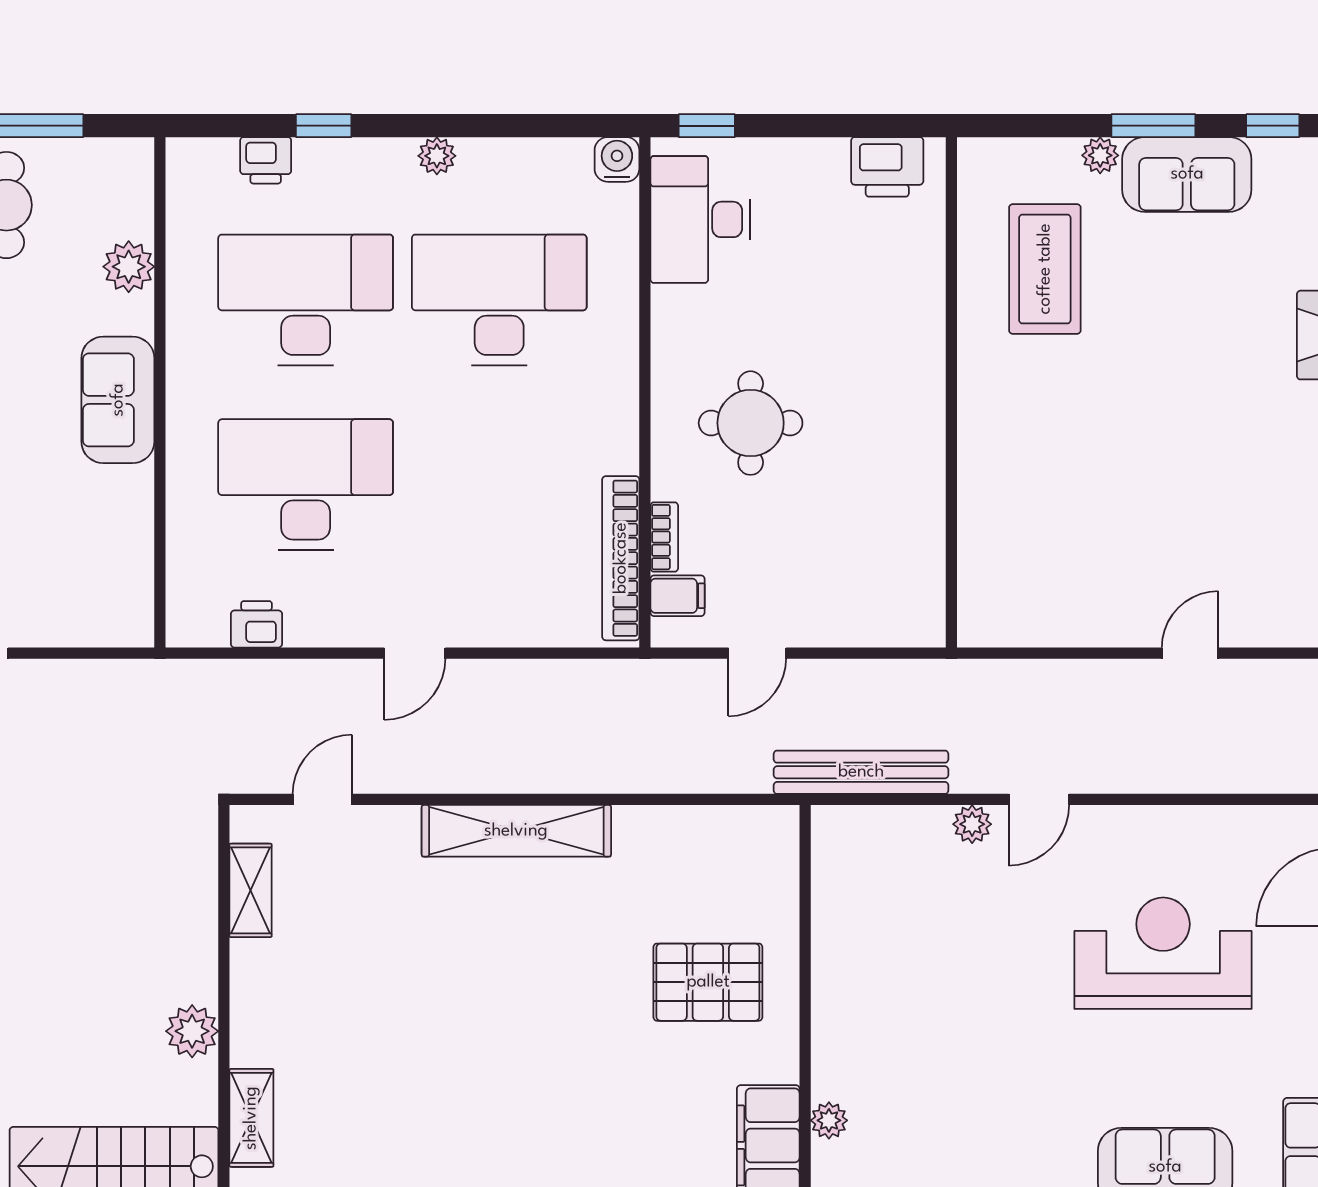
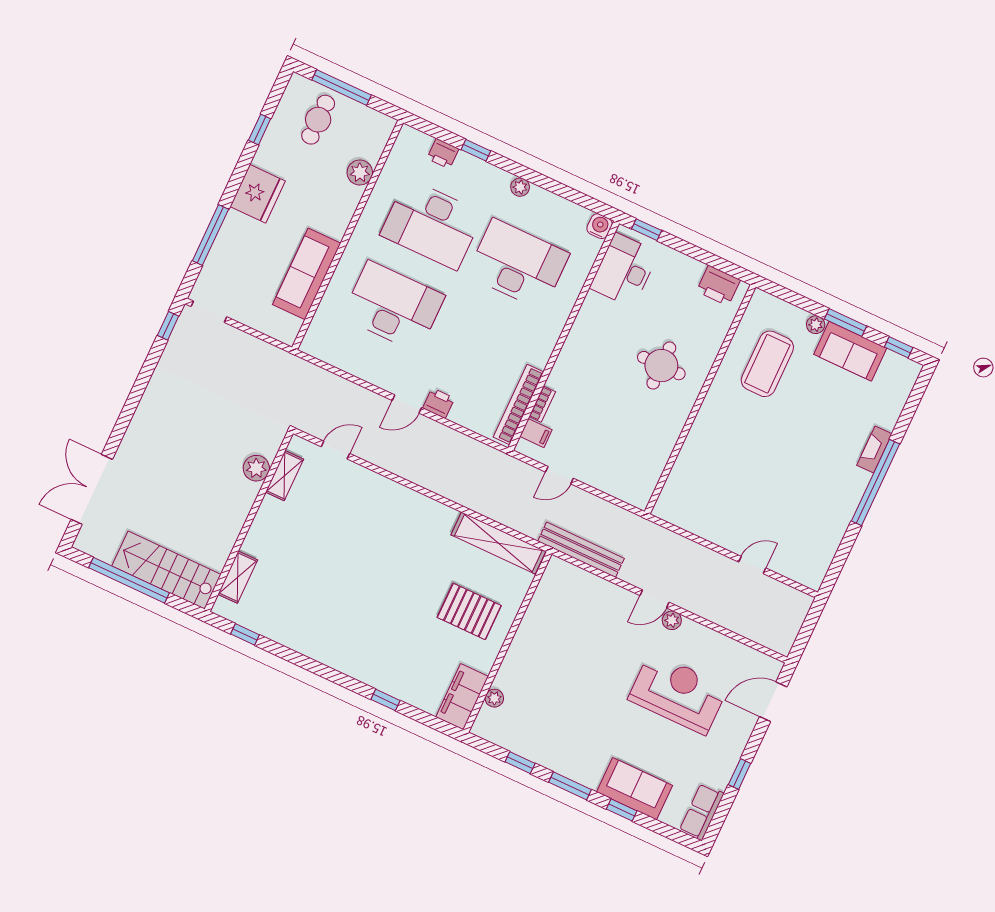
desk: (306, 300) -> (432, 224), turned 180
sofa: (118, 400) -> (307, 274), moved, width x1.36
round table: (751, 423) -> (661, 366), moved
printer: (256, 624) -> (439, 403), moved
plant: (972, 824) -> (672, 620), moved
shelving: (516, 831) -> (498, 543), moved
plant: (192, 1031) -> (256, 468), moved

